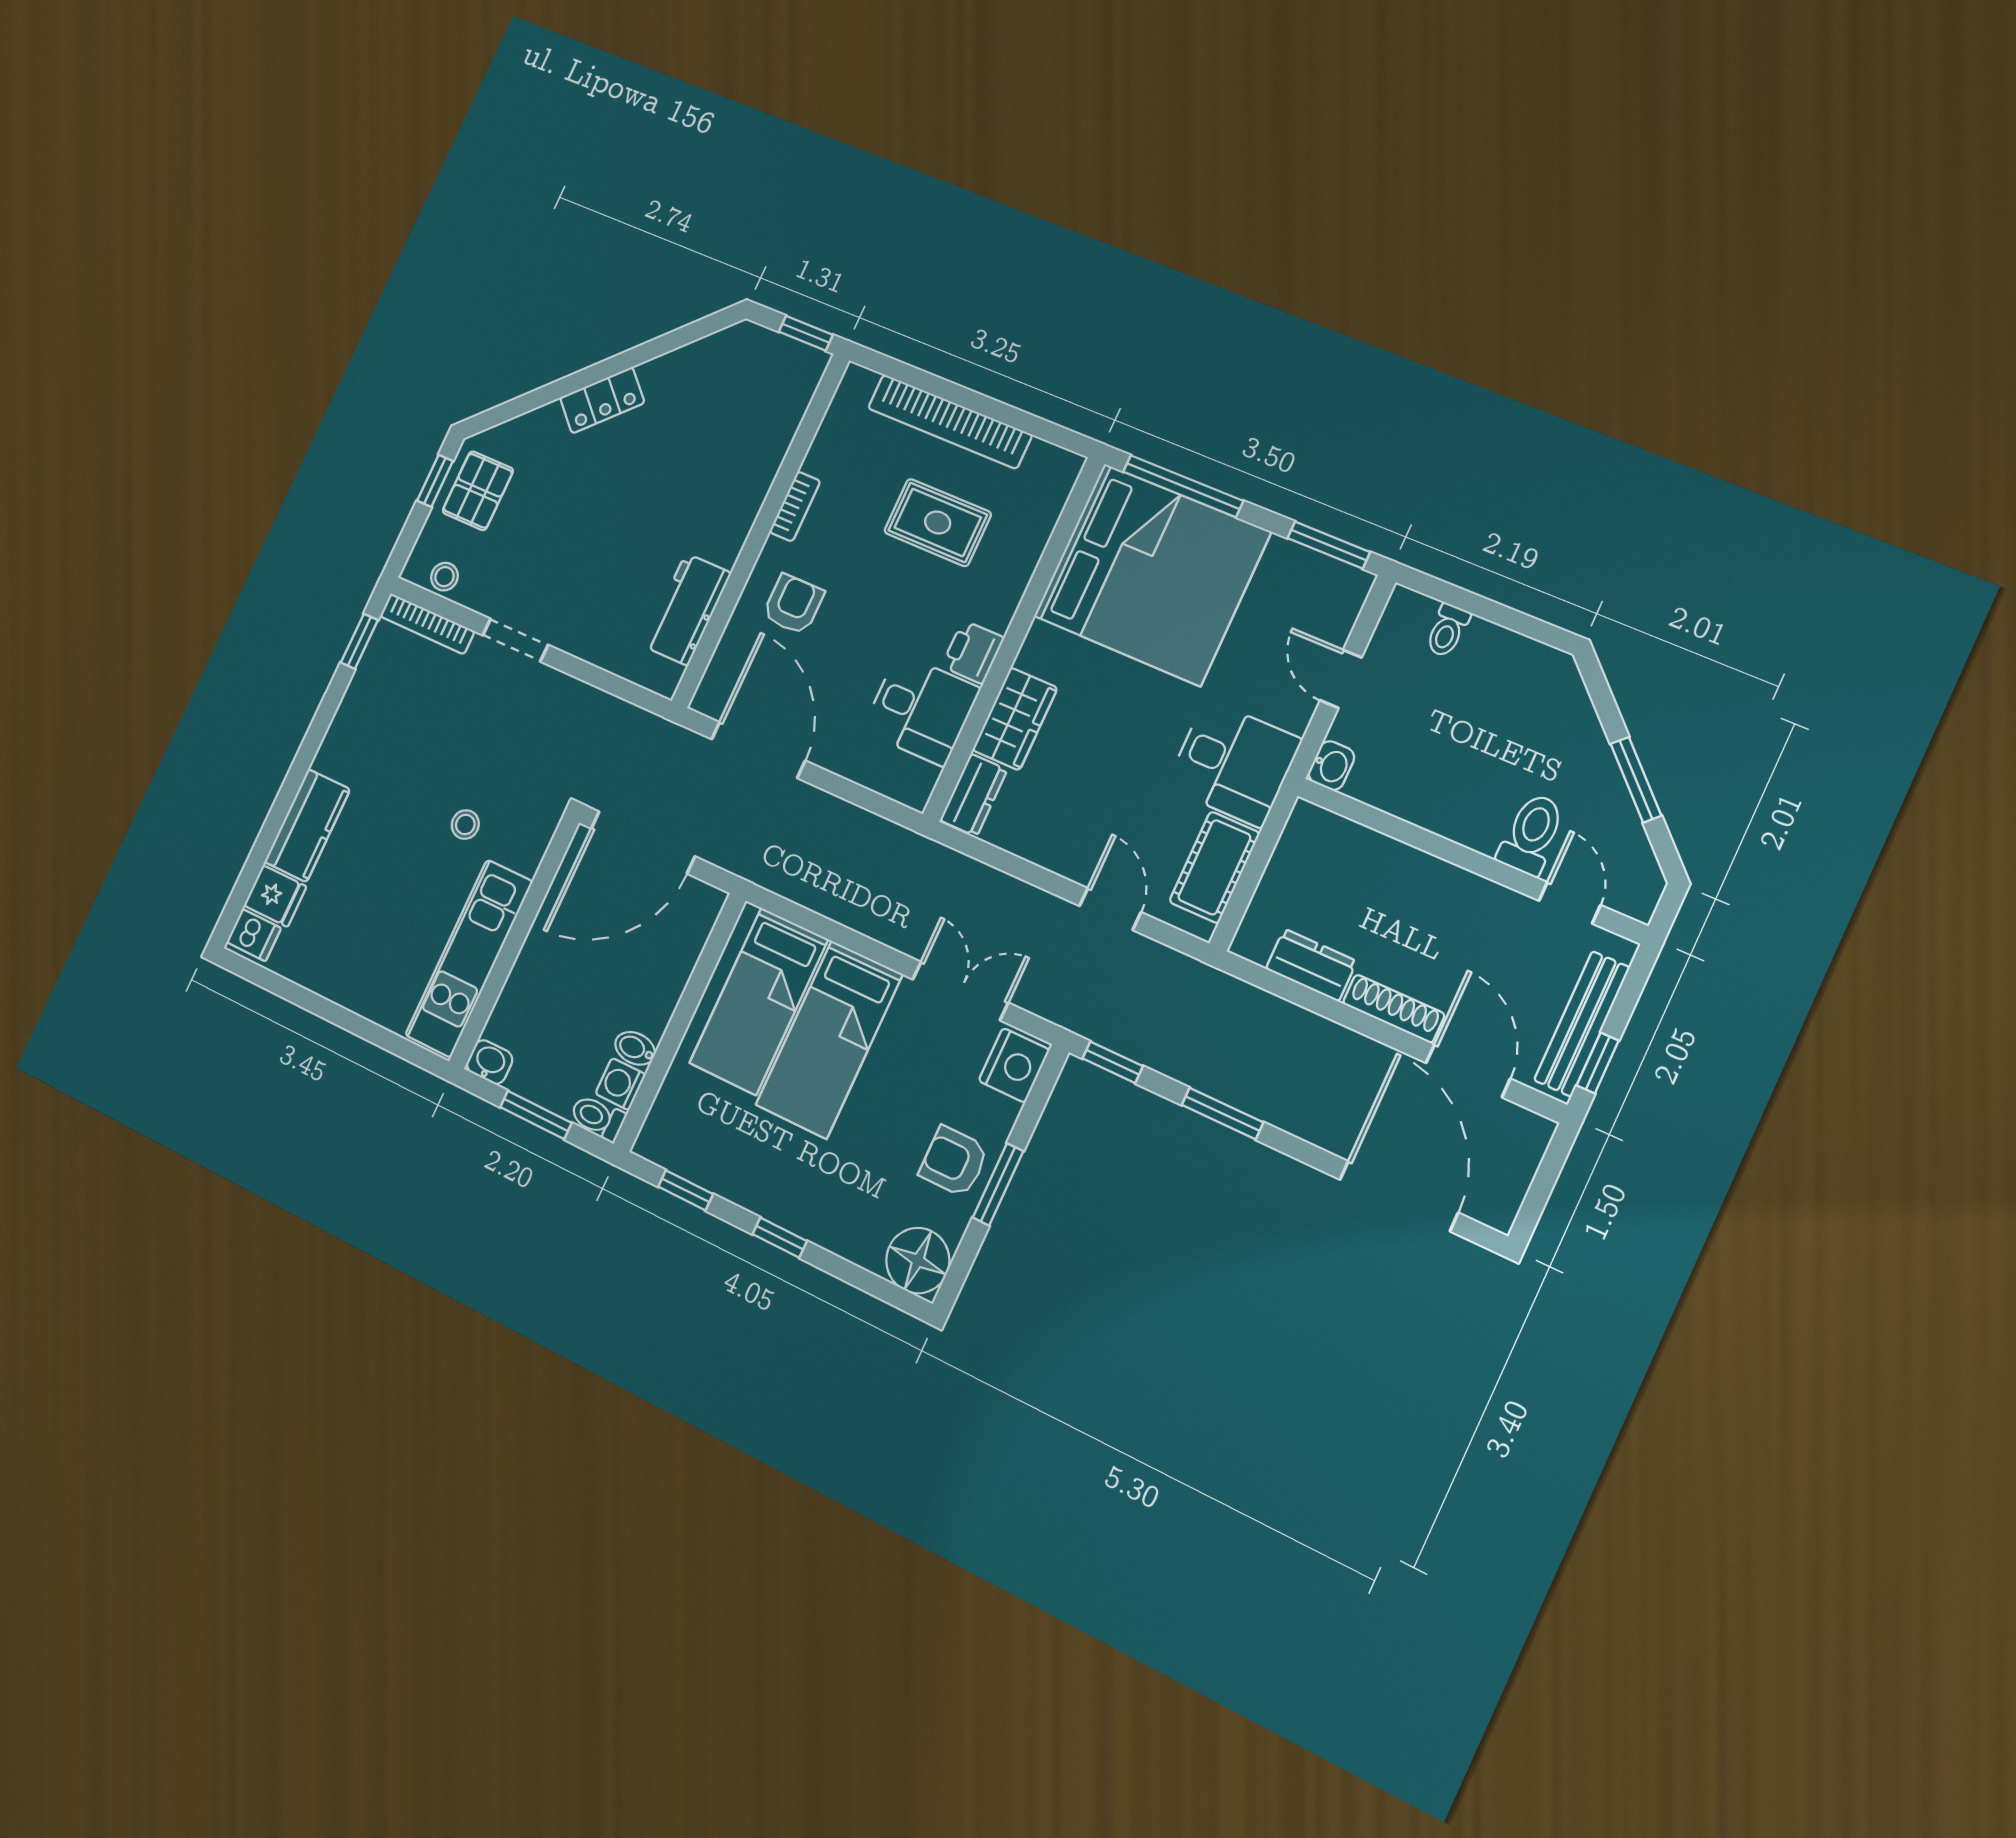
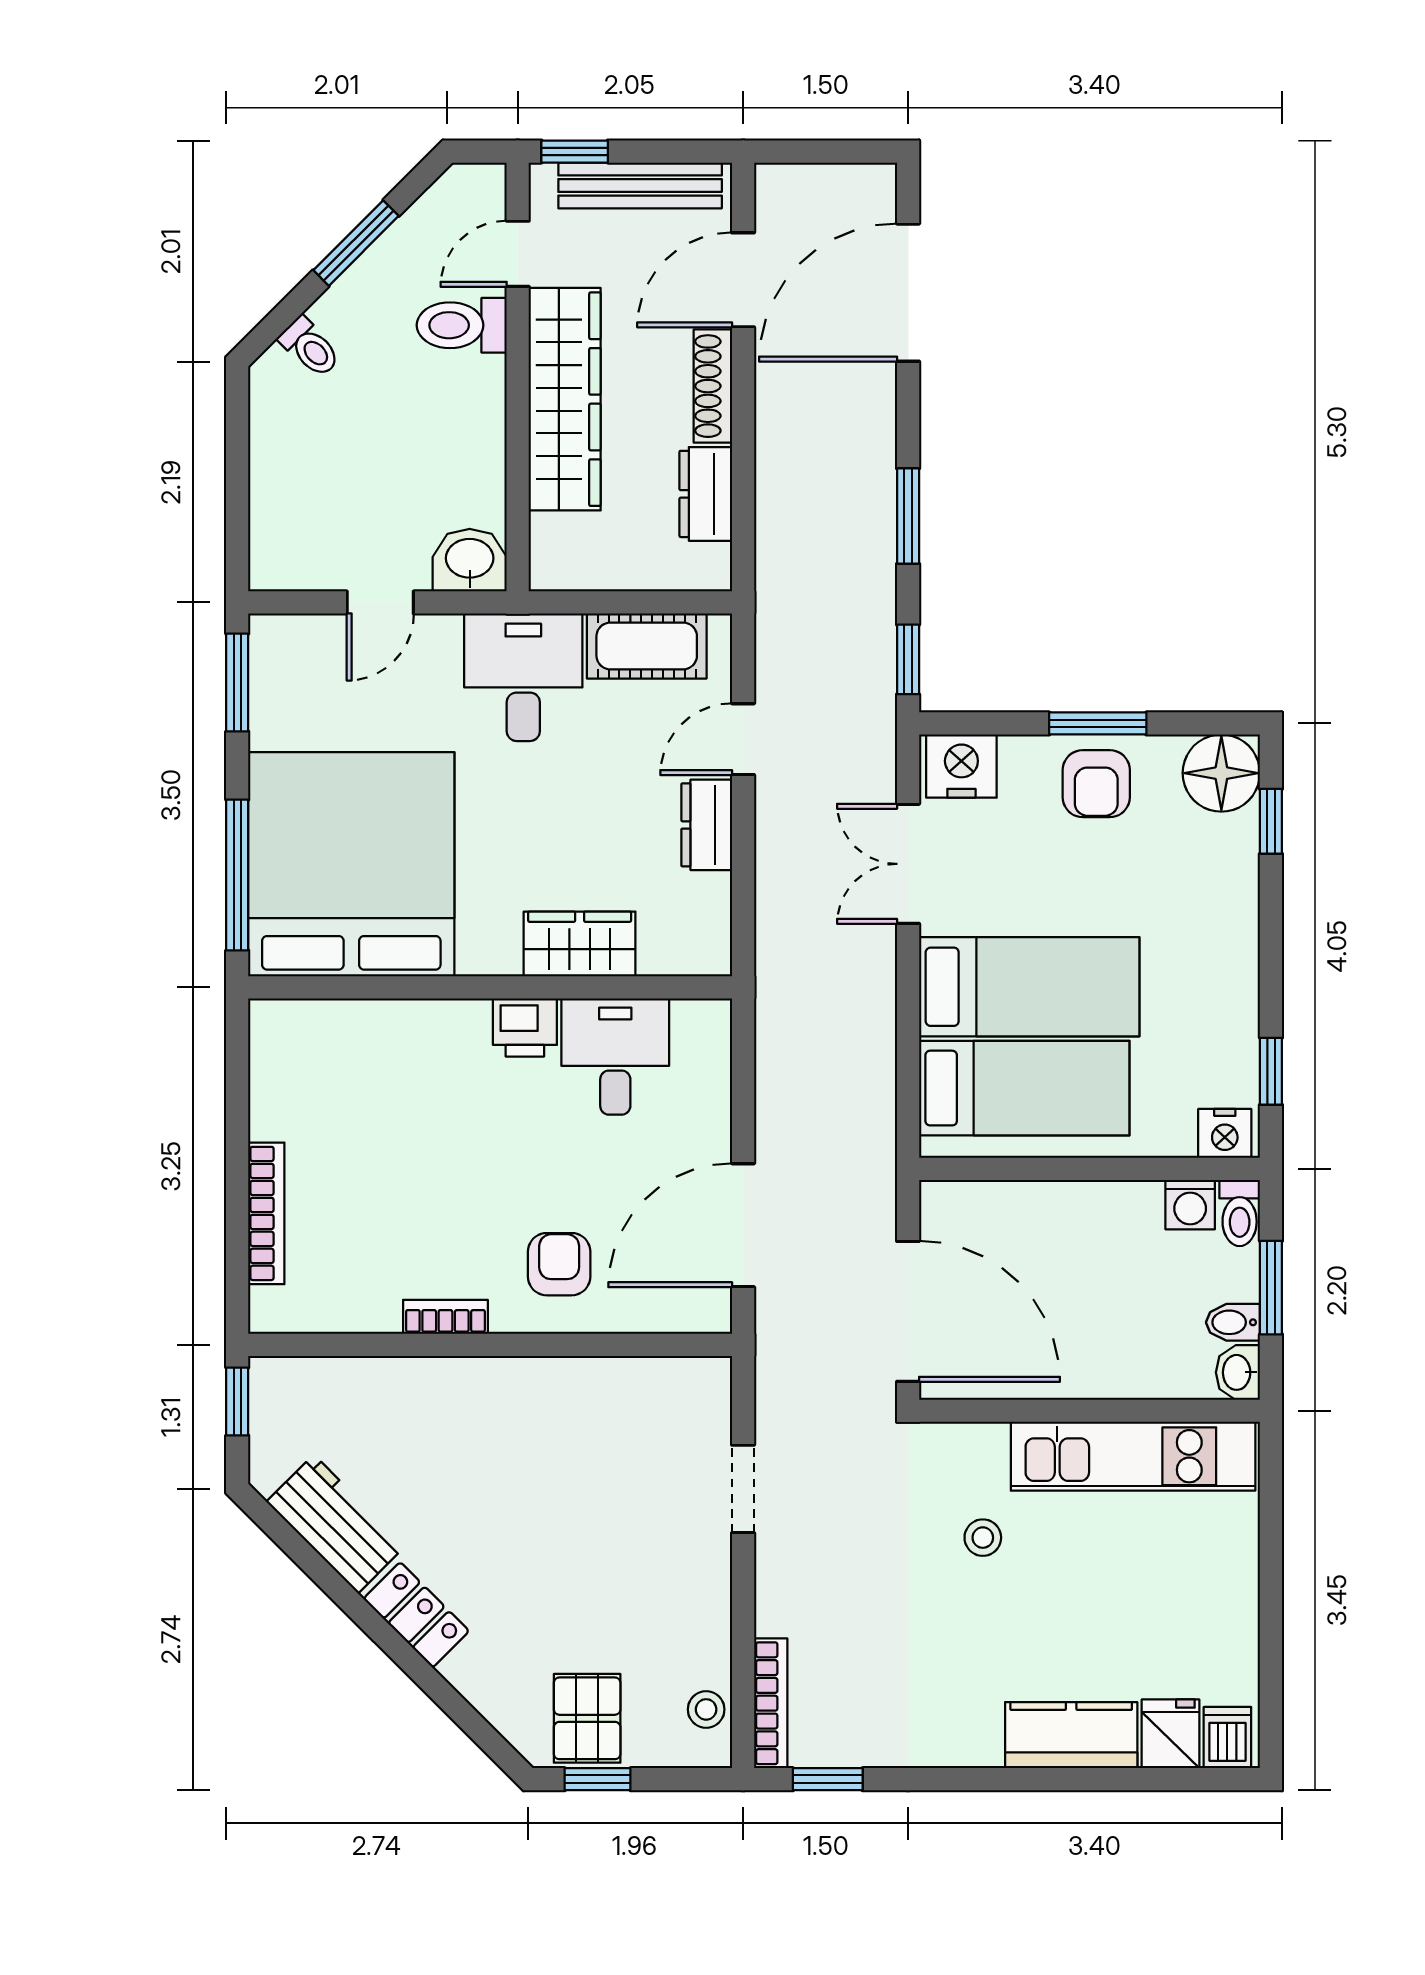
bookcase: (950, 421) -> (266, 1213), width x0.68, depth x0.76
pallet: (478, 491) -> (587, 1718), turned 90
rug: (938, 523) -> (394, 1138), removed
armchair: (793, 604) -> (559, 1264), turned 90
workbench: (687, 609) -> (336, 1524), moved, turned -135
toilet: (1447, 630) -> (310, 347), moved, turned 45
doorway: (515, 640) -> (743, 1489), moved
washbasin: (1331, 766) -> (470, 560), width x1.38, depth x1.45
dresser: (974, 795) -> (707, 825), moved, turned -90
wardrobe: (1436, 889) -> (565, 399), added
bidet: (635, 1048) -> (1233, 1322), moved, turned 90
window: (1598, 1063) -> (575, 152), moved
nightstand: (658, 1134) -> (1225, 1133), added
window: (780, 1238) -> (1271, 821), moved

